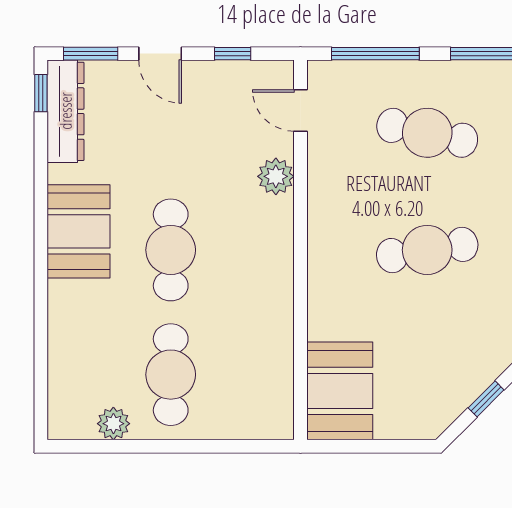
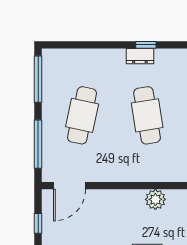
door: (301, 110) -> (70, 186), width x1.38
plant: (276, 176) -> (155, 199), moved

